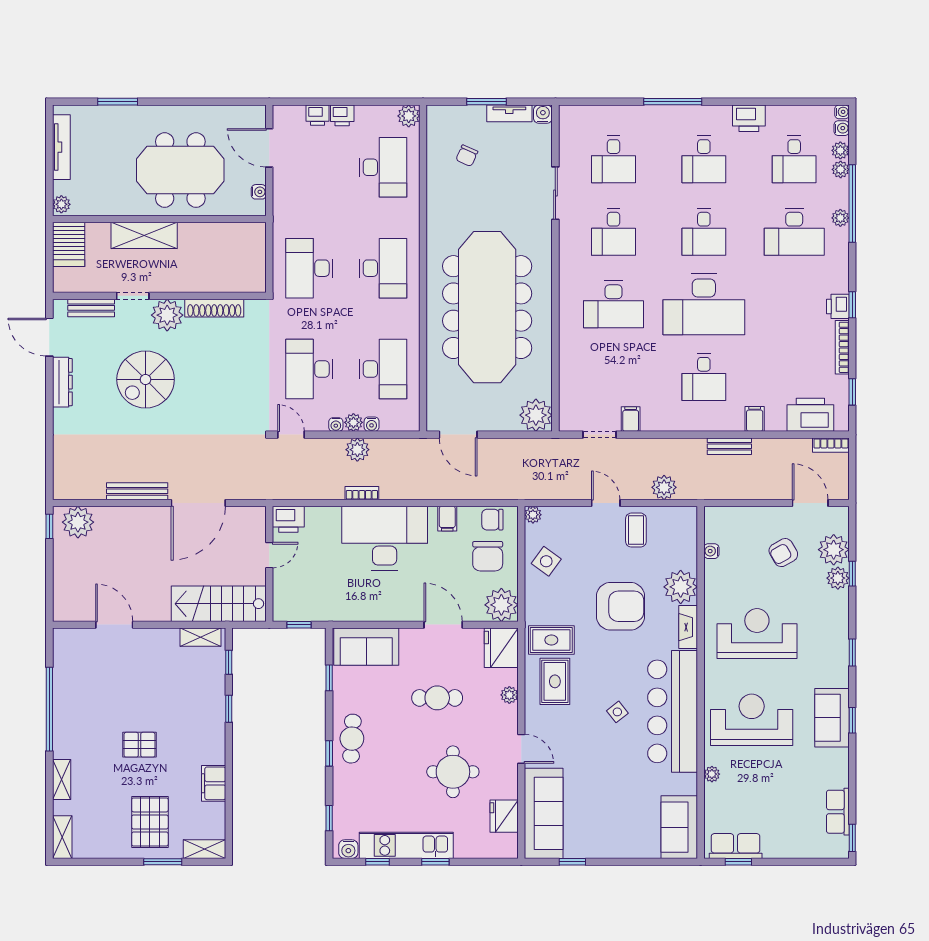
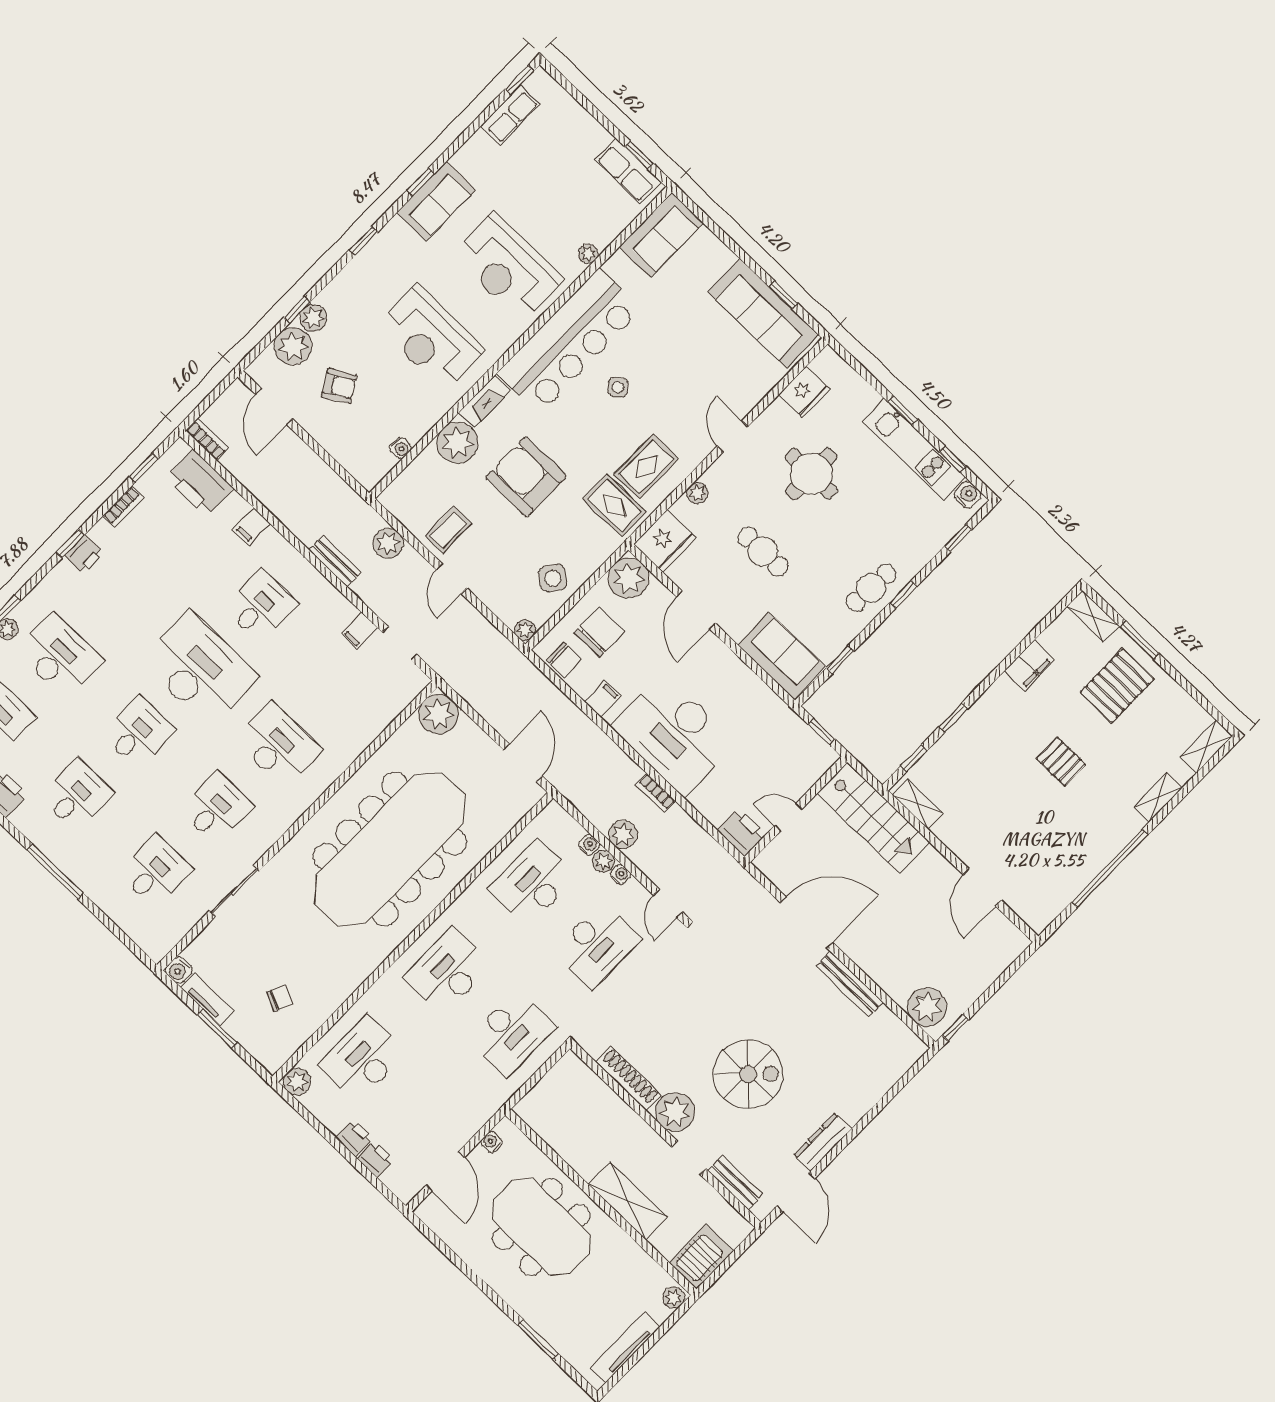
bookcase: (842, 347) -> (123, 507), width x0.64
bench: (729, 446) -> (335, 561), moved
sofa: (544, 813) -> (763, 313), moved, turned -90

